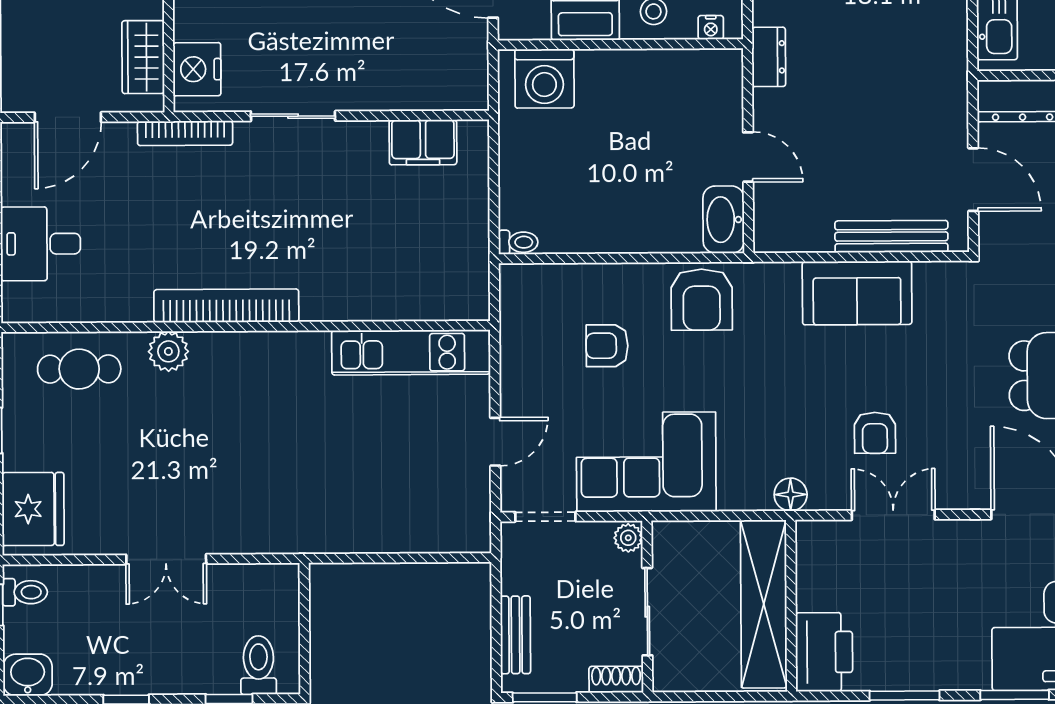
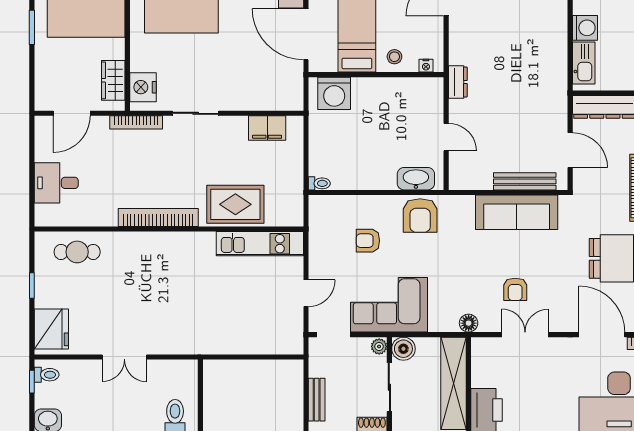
washbasin: (724, 220) -> (416, 179), moved, turned 90
rug: (366, 281) -> (235, 204), added
sofa: (857, 293) -> (517, 212), width x1.36
plant: (168, 351) -> (126, 243), removed
boiler: (673, 542) -> (403, 349), added

